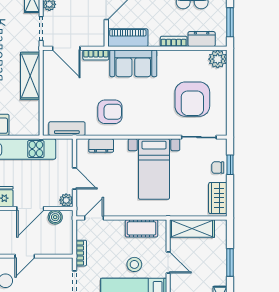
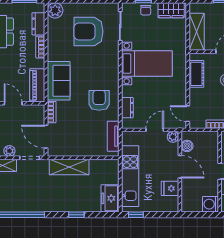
door: (66, 48) -> (46, 137), swing flipped
armchair: (192, 99) -> (89, 32), turned 180

